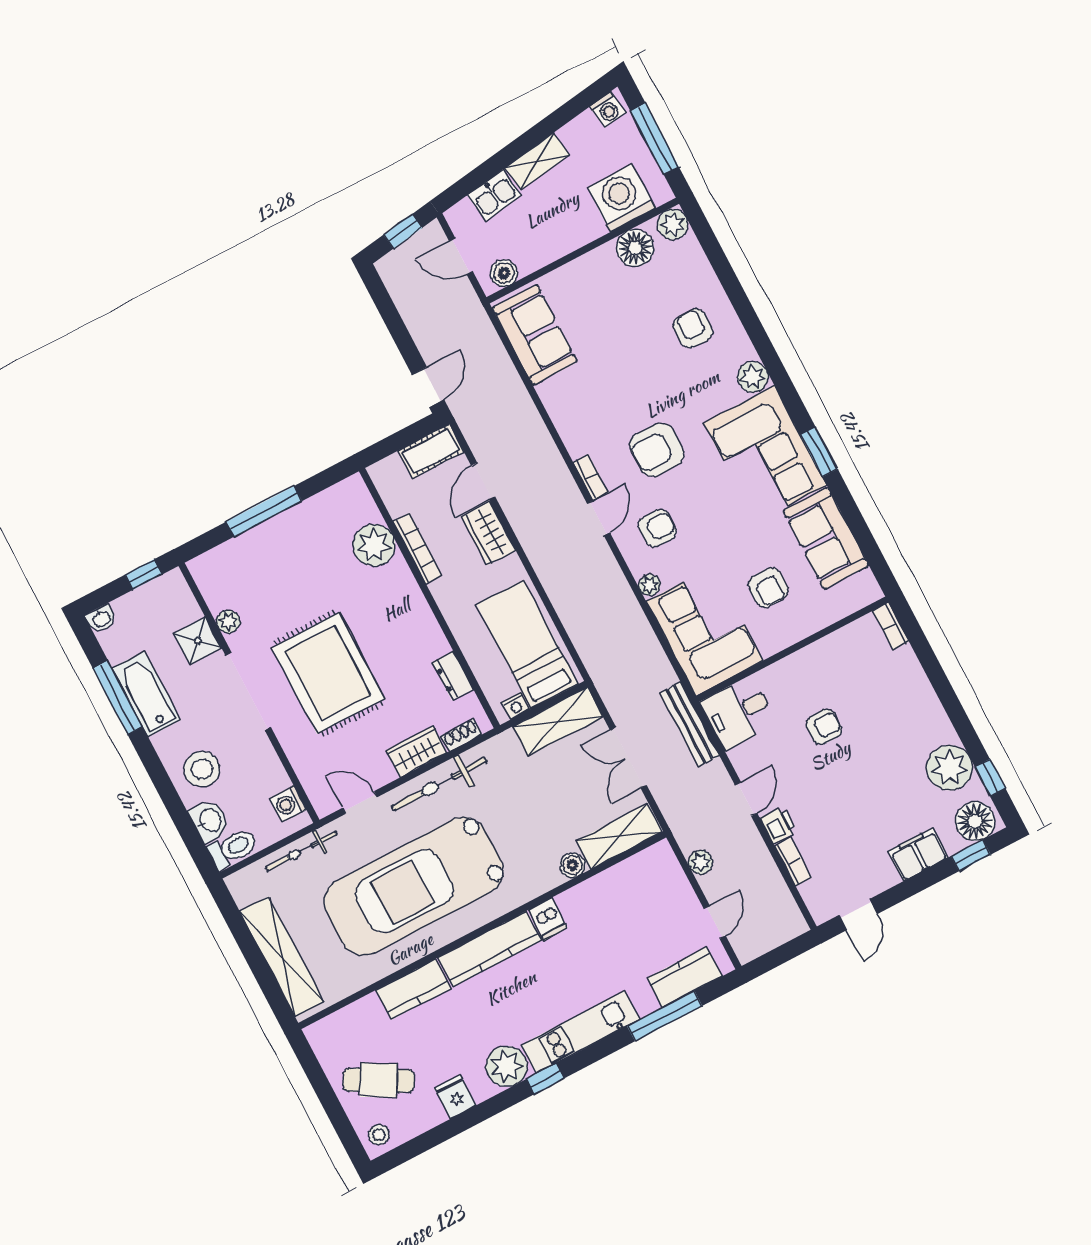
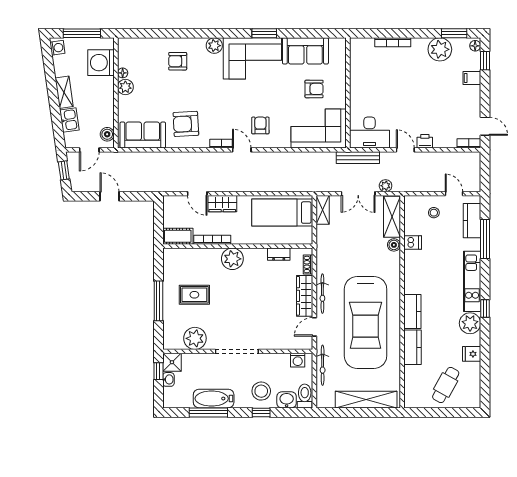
plant: (673, 224) -> (125, 87), moved
floor lamp: (635, 248) -> (123, 73), width x0.53, depth x0.53
door: (428, 387) -> (110, 196), moved
armchair: (657, 450) -> (186, 124), moved, turned 87
cot: (431, 451) -> (178, 236), moved, turned 90
plant: (374, 545) -> (232, 259), moved
plant: (650, 585) -> (285, 143), removed
washbasin: (101, 619) -> (168, 379), moved
plant: (228, 621) -> (195, 338), width x1.88, depth x1.88
bookcase: (891, 626) -> (393, 42), moved, width x1.56
shower: (198, 641) -> (172, 362), moved
rug: (328, 673) -> (194, 295), moved, width x0.54, depth x0.49
nightstand: (516, 706) -> (308, 233), removed
desk: (739, 713) -> (370, 133), width x1.37
shelving: (558, 722) -> (323, 210), width x0.67, depth x0.75
armchair: (824, 727) -> (391, 97), removed
wardrobe: (416, 752) -> (305, 296), width x1.50
window: (990, 778) -> (454, 33), width x1.50
bicycle: (439, 784) -> (322, 294), width x0.73, depth x0.71
window: (165, 788) -> (261, 412), added
floor lamp: (975, 821) -> (475, 46), width x0.53, depth x0.53
filing cabinet: (918, 854) -> (472, 78), width x0.50
plant: (701, 862) -> (386, 186), moved
bookcase: (793, 862) -> (469, 143), moved
dishwasher: (548, 919) -> (413, 242), moved
kitchen counter: (490, 949) -> (412, 312), width x0.67
stool: (379, 1135) -> (434, 213), moved

